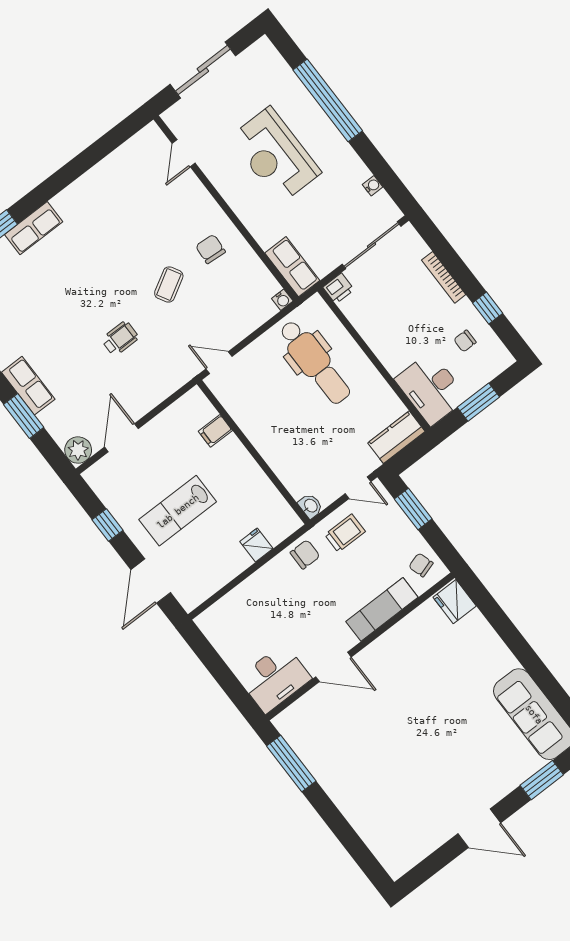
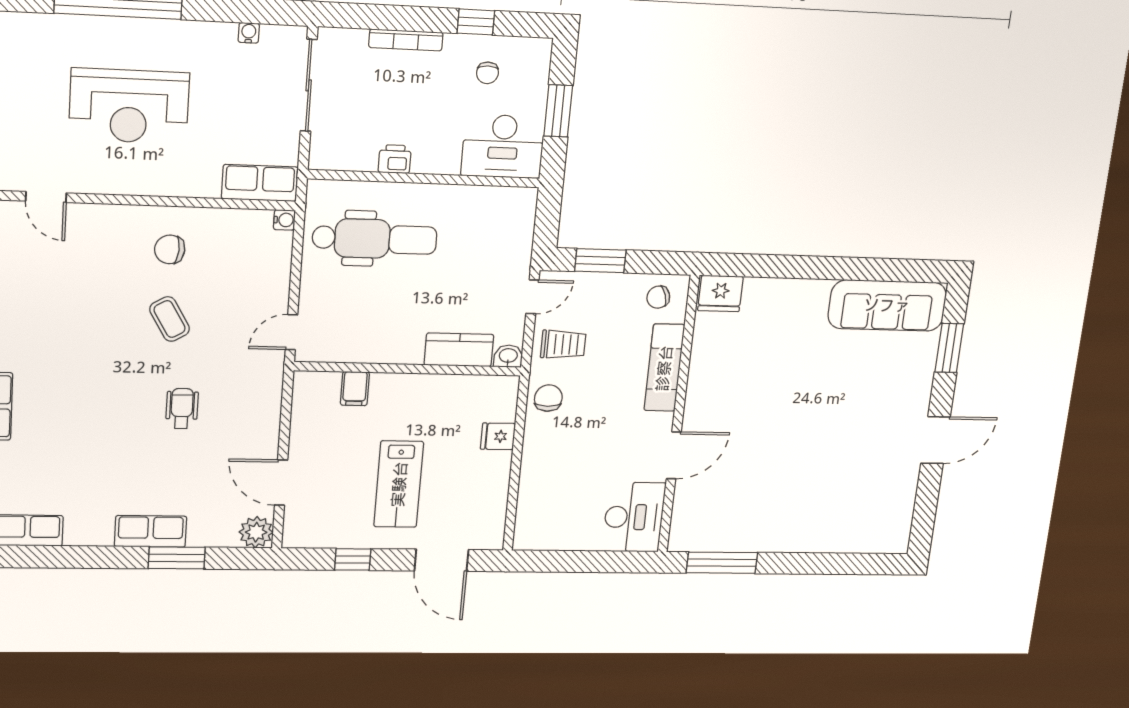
printer: (339, 288) -> (395, 159), moved, turned -90
kitchen counter: (396, 437) -> (459, 350), moved, turned 90
trolley: (345, 533) -> (563, 344), turned 90

